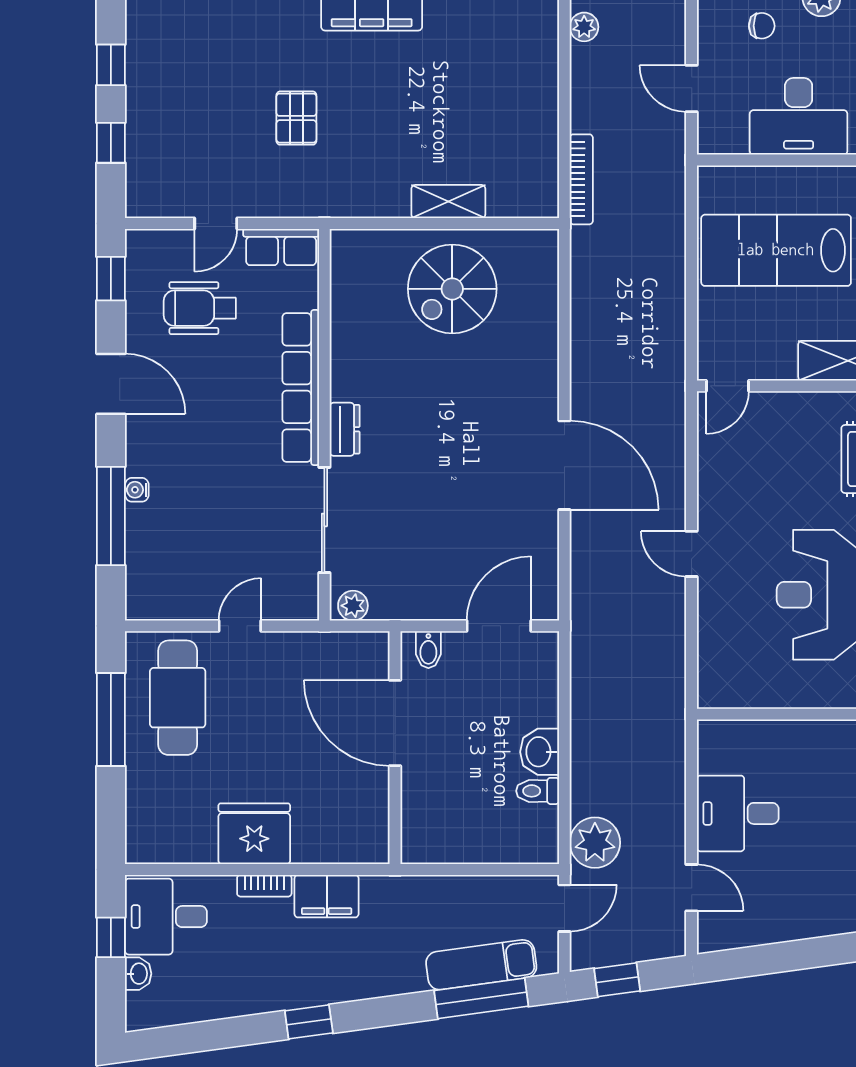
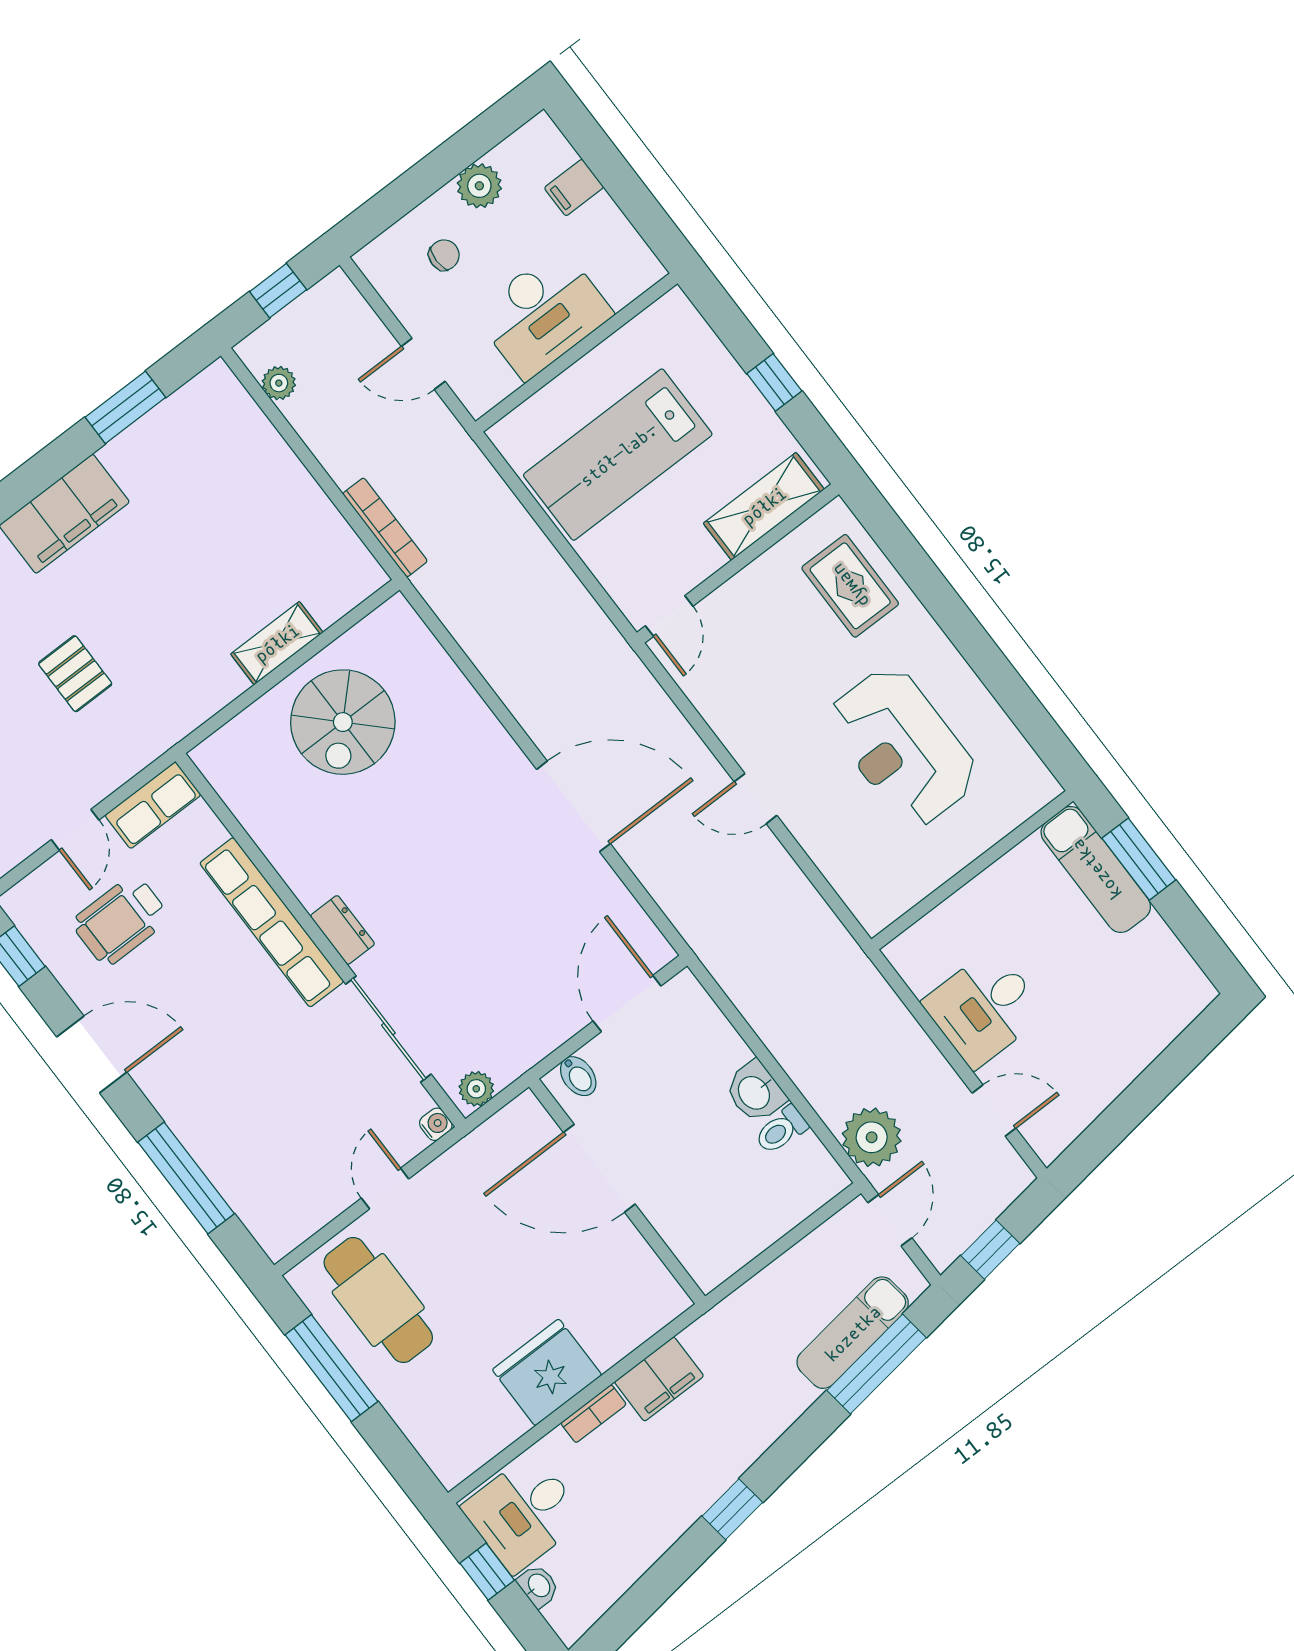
water cooler: (137, 490) -> (436, 1124), moved, turned 180

